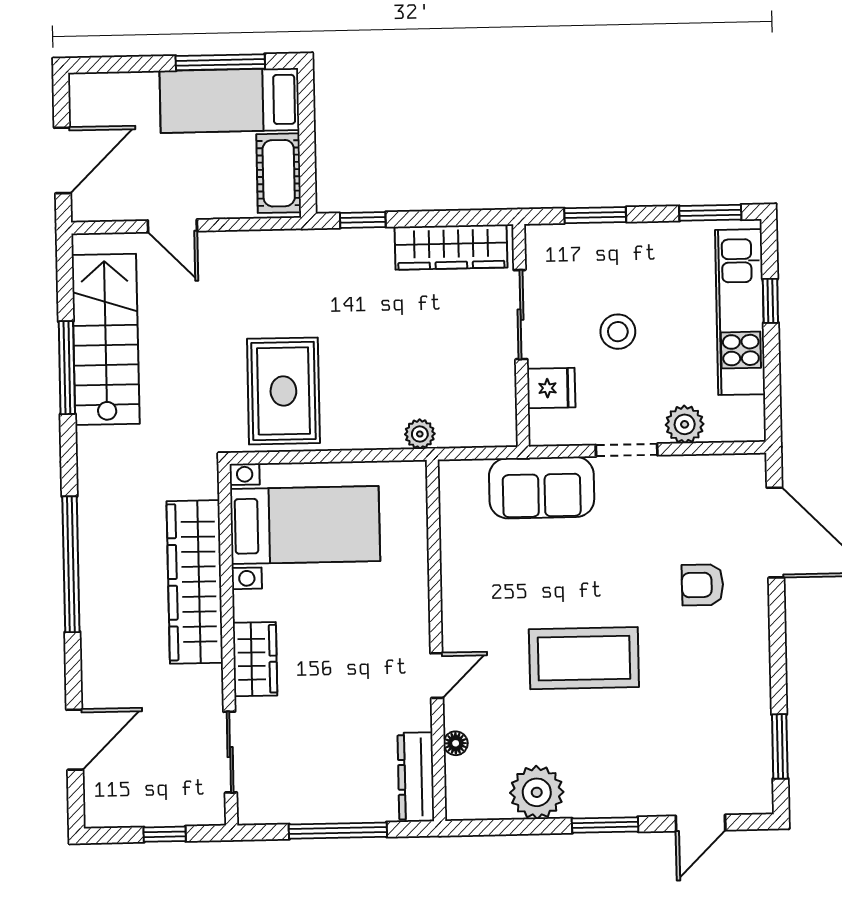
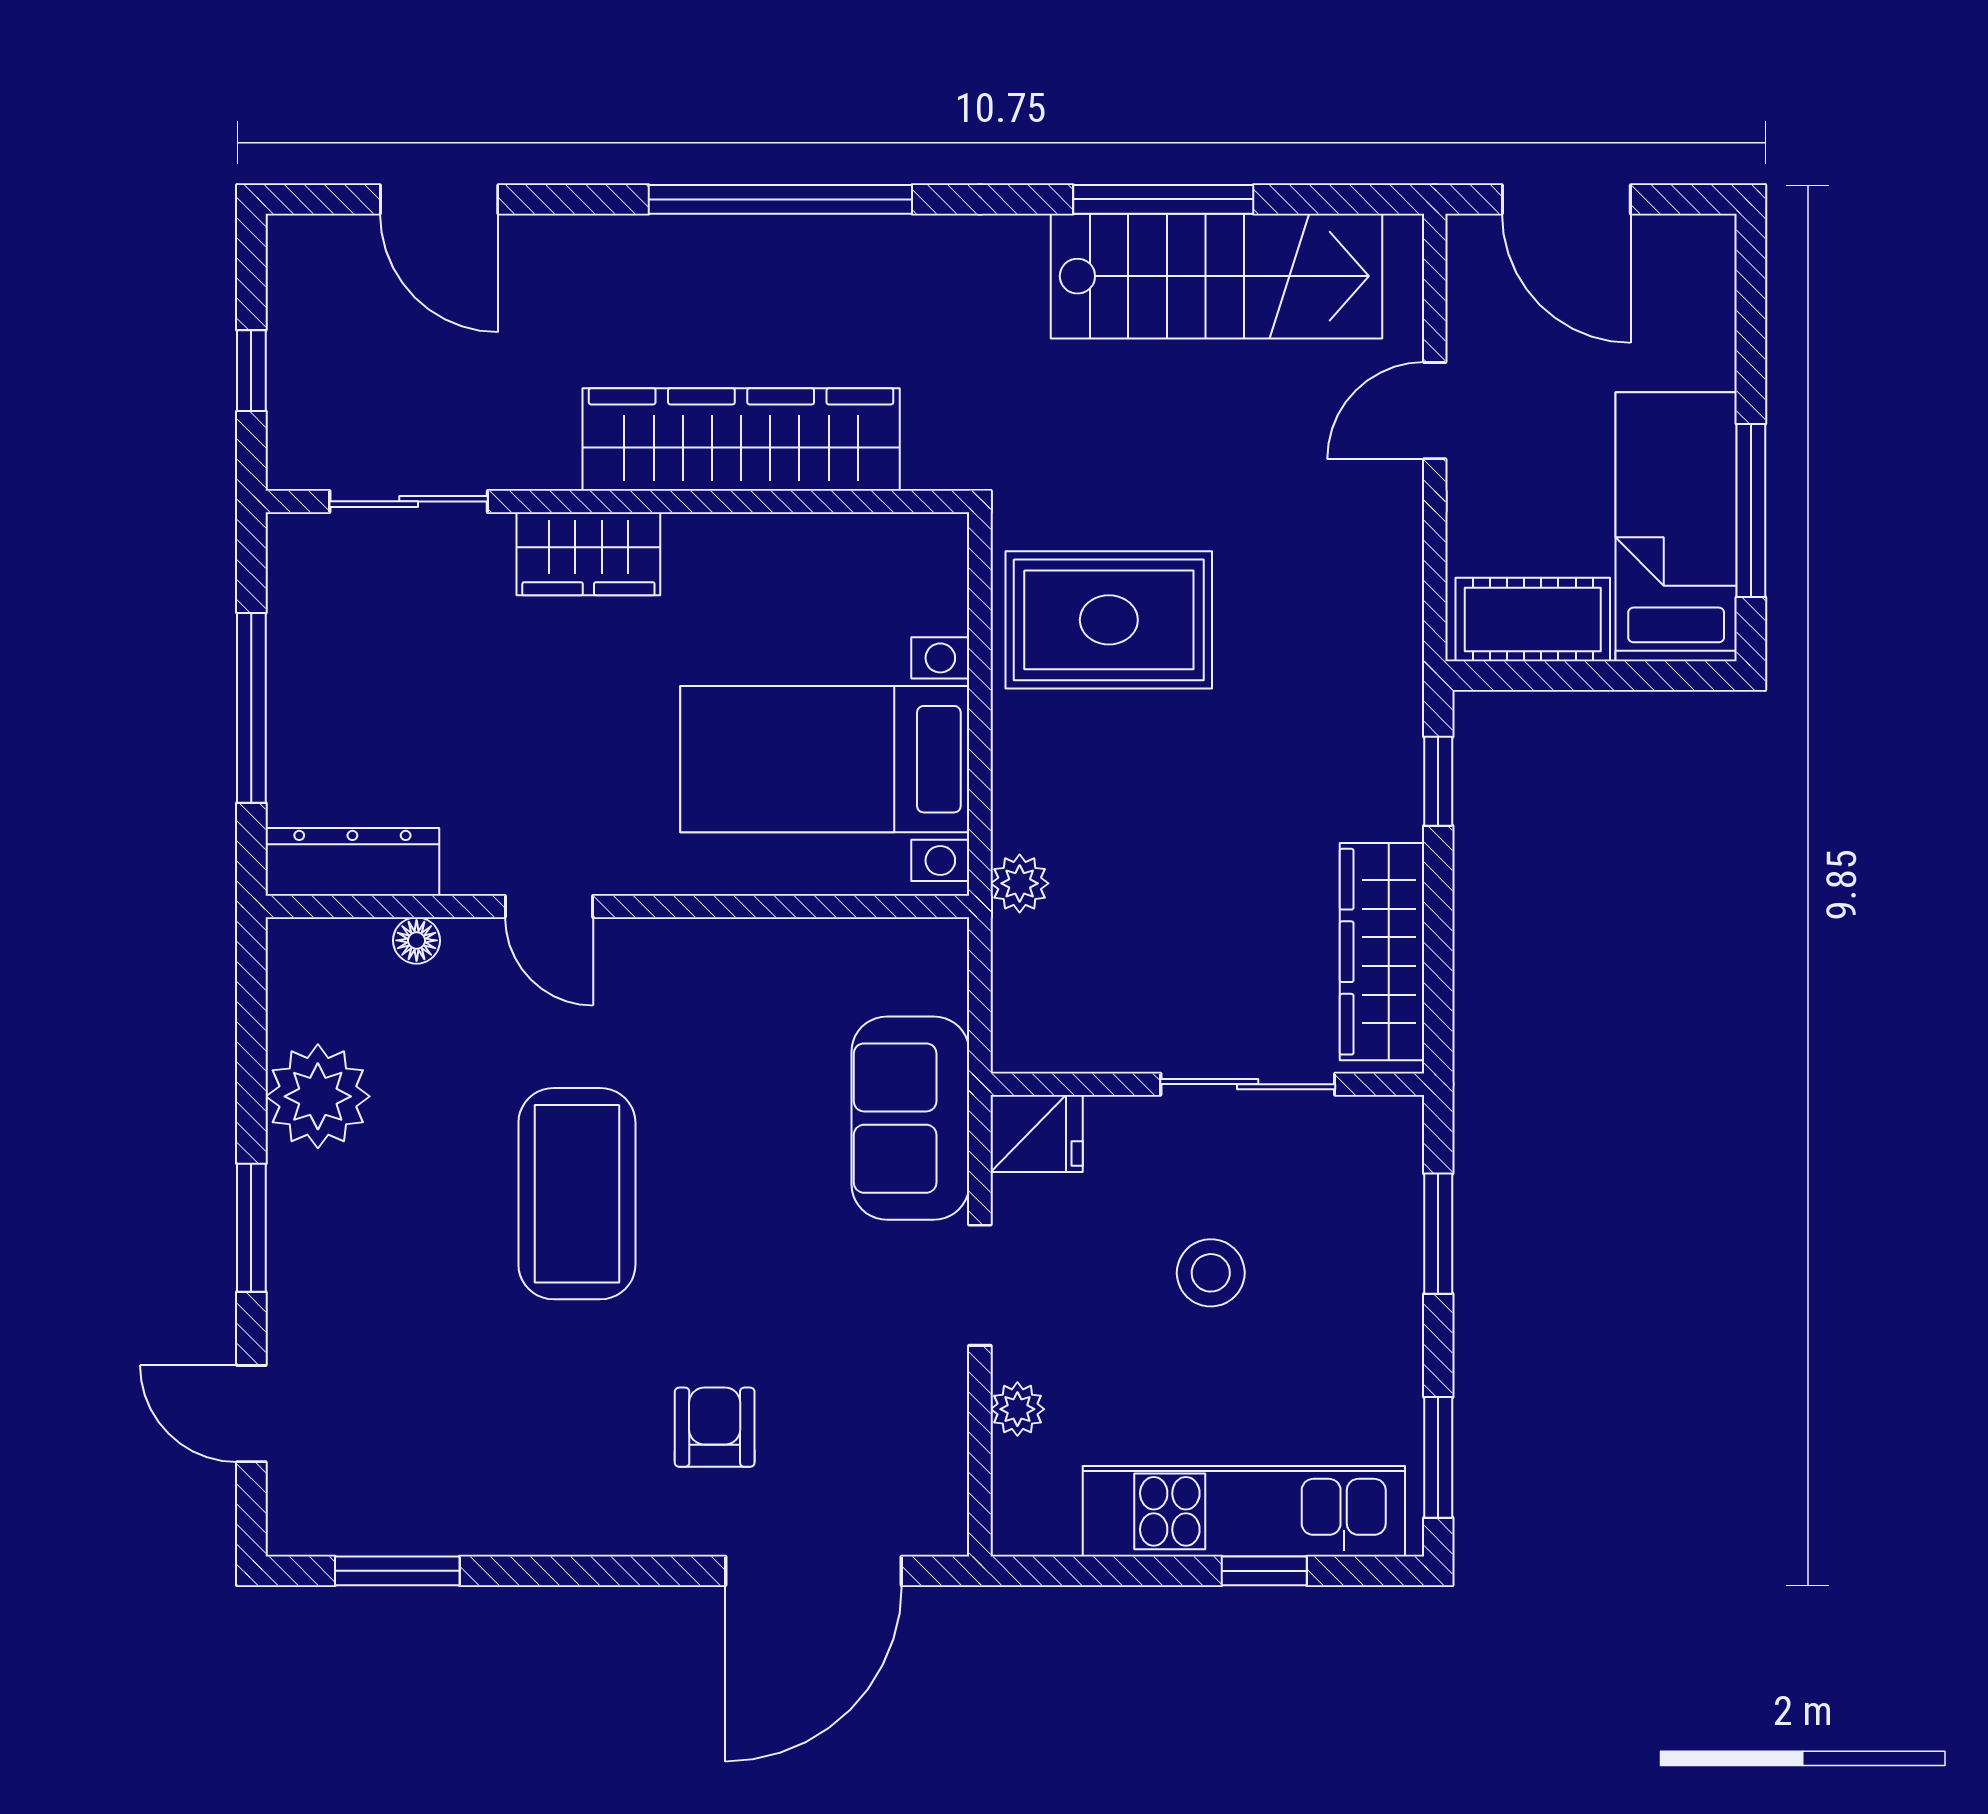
fridge: (551, 388) -> (1037, 1133), moved, turned -90
plant: (685, 424) -> (1017, 1409), width x0.73, depth x0.73
bed with nightstands: (305, 525) -> (825, 759), moved, turned 90

